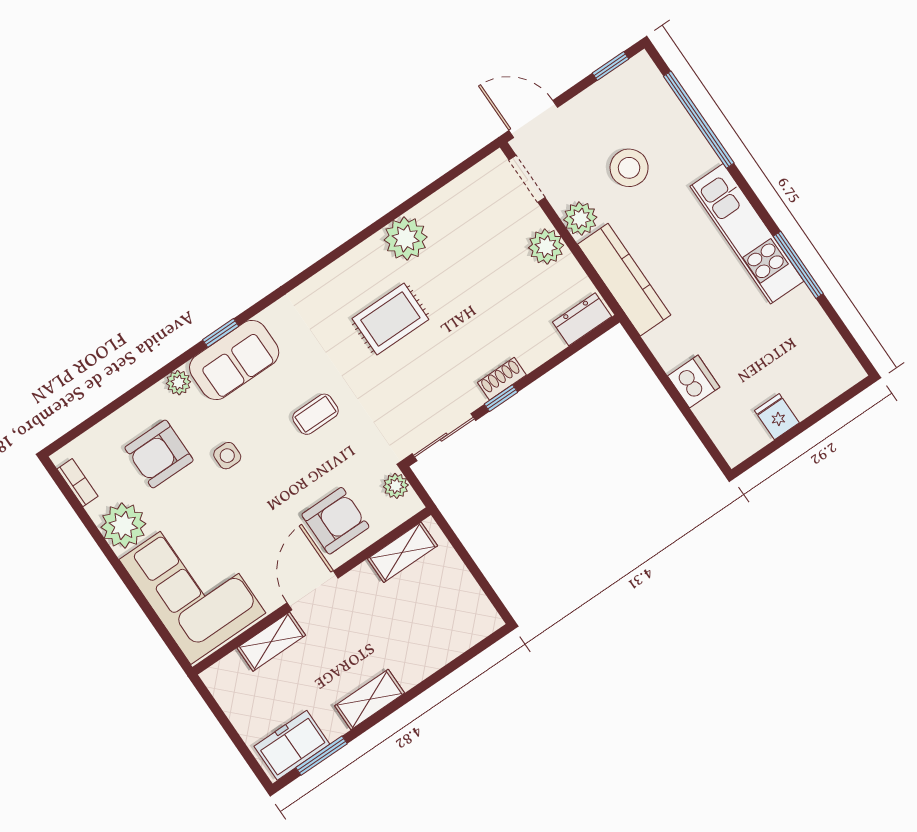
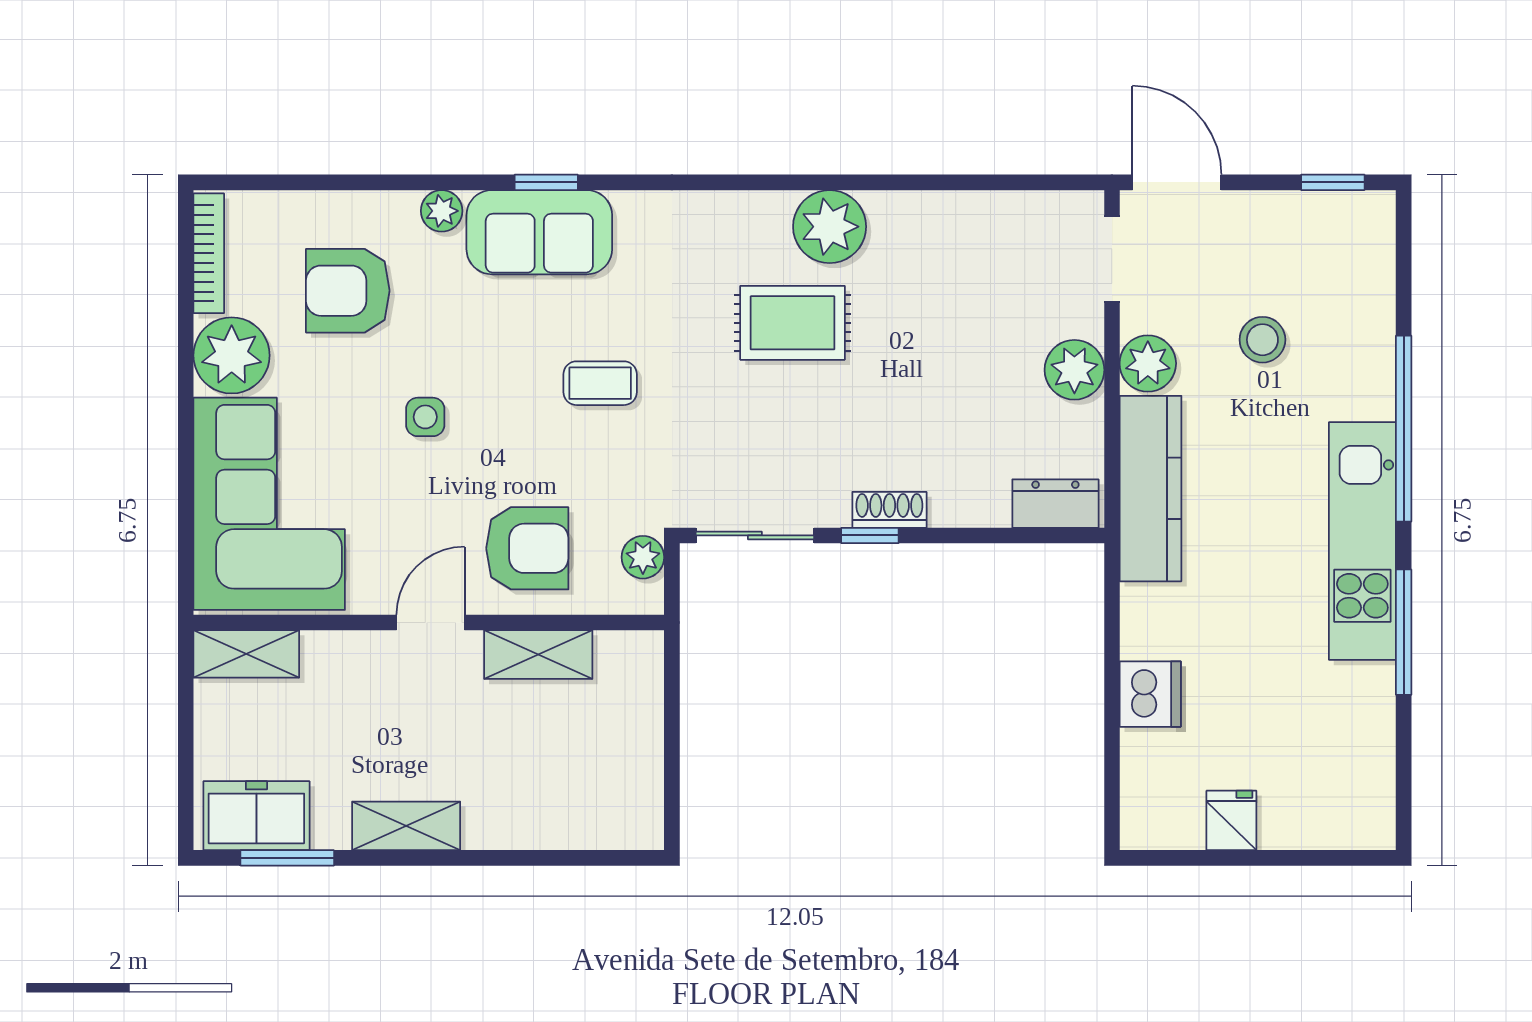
window: (699, 120) -> (1404, 429), moved
stool: (629, 168) -> (1262, 340), width x0.73, depth x0.73
plant: (406, 238) -> (830, 227), moved
side table: (227, 456) -> (425, 417), moved
bookcase: (77, 483) -> (209, 253), width x1.56
shelving: (402, 552) -> (538, 655), moved
door: (313, 590) -> (431, 622), width x0.73
shelving: (271, 642) -> (246, 654), moved

